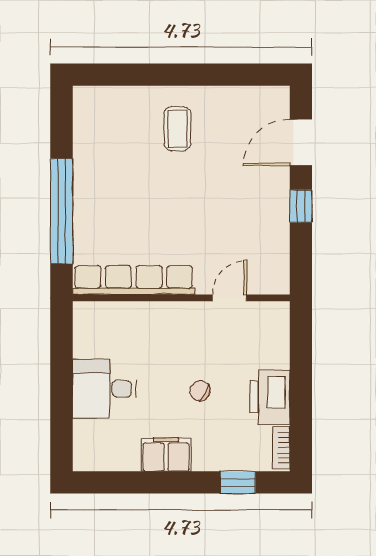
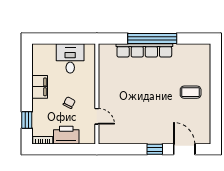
row of seats: (134, 280) -> (144, 50), moved, turned 90
wall: (181, 298) -> (97, 94), moved
door: (229, 298) -> (97, 116), moved

